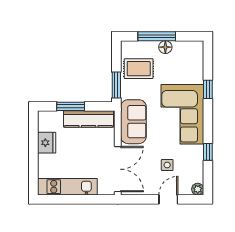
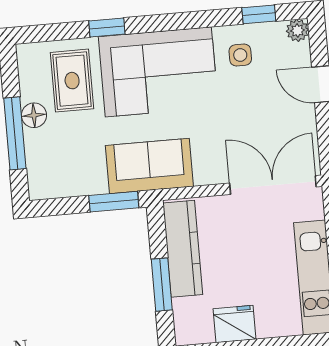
rug: (139, 69) -> (72, 81), moved
sofa: (133, 122) -> (149, 166), moved
window: (208, 152) -> (259, 14), moved
side table: (167, 165) -> (240, 55), moved

